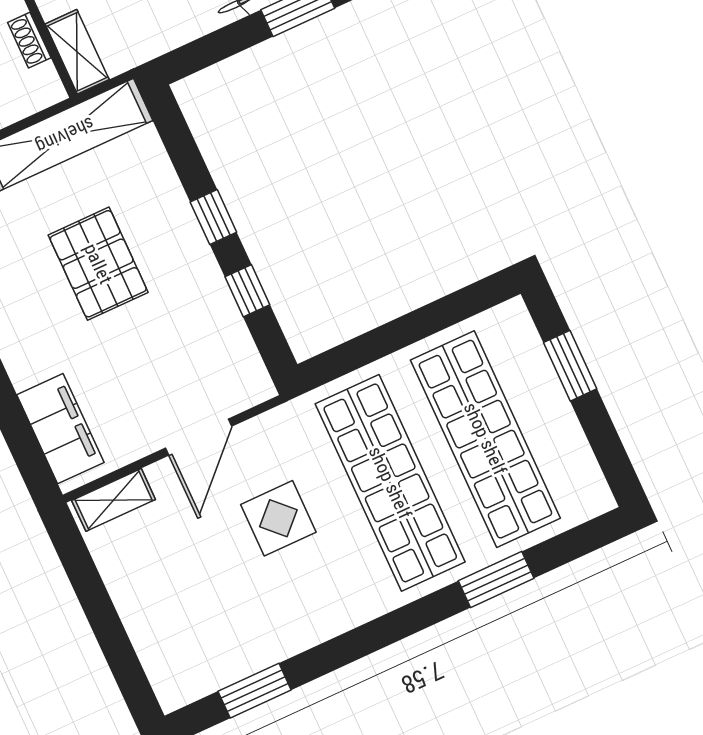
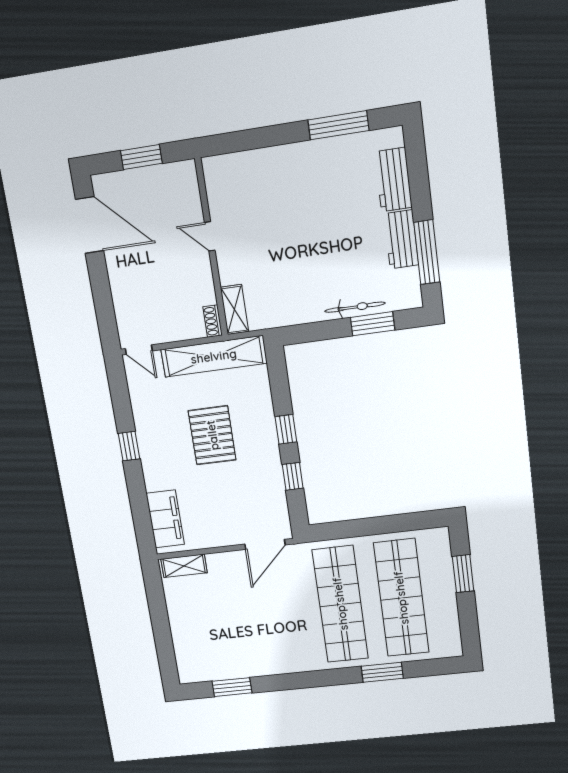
shoe rack: (29, 40) -> (213, 321), moved
door: (199, 437) -> (265, 544), moved
display table: (278, 518) -> (272, 604), removed

